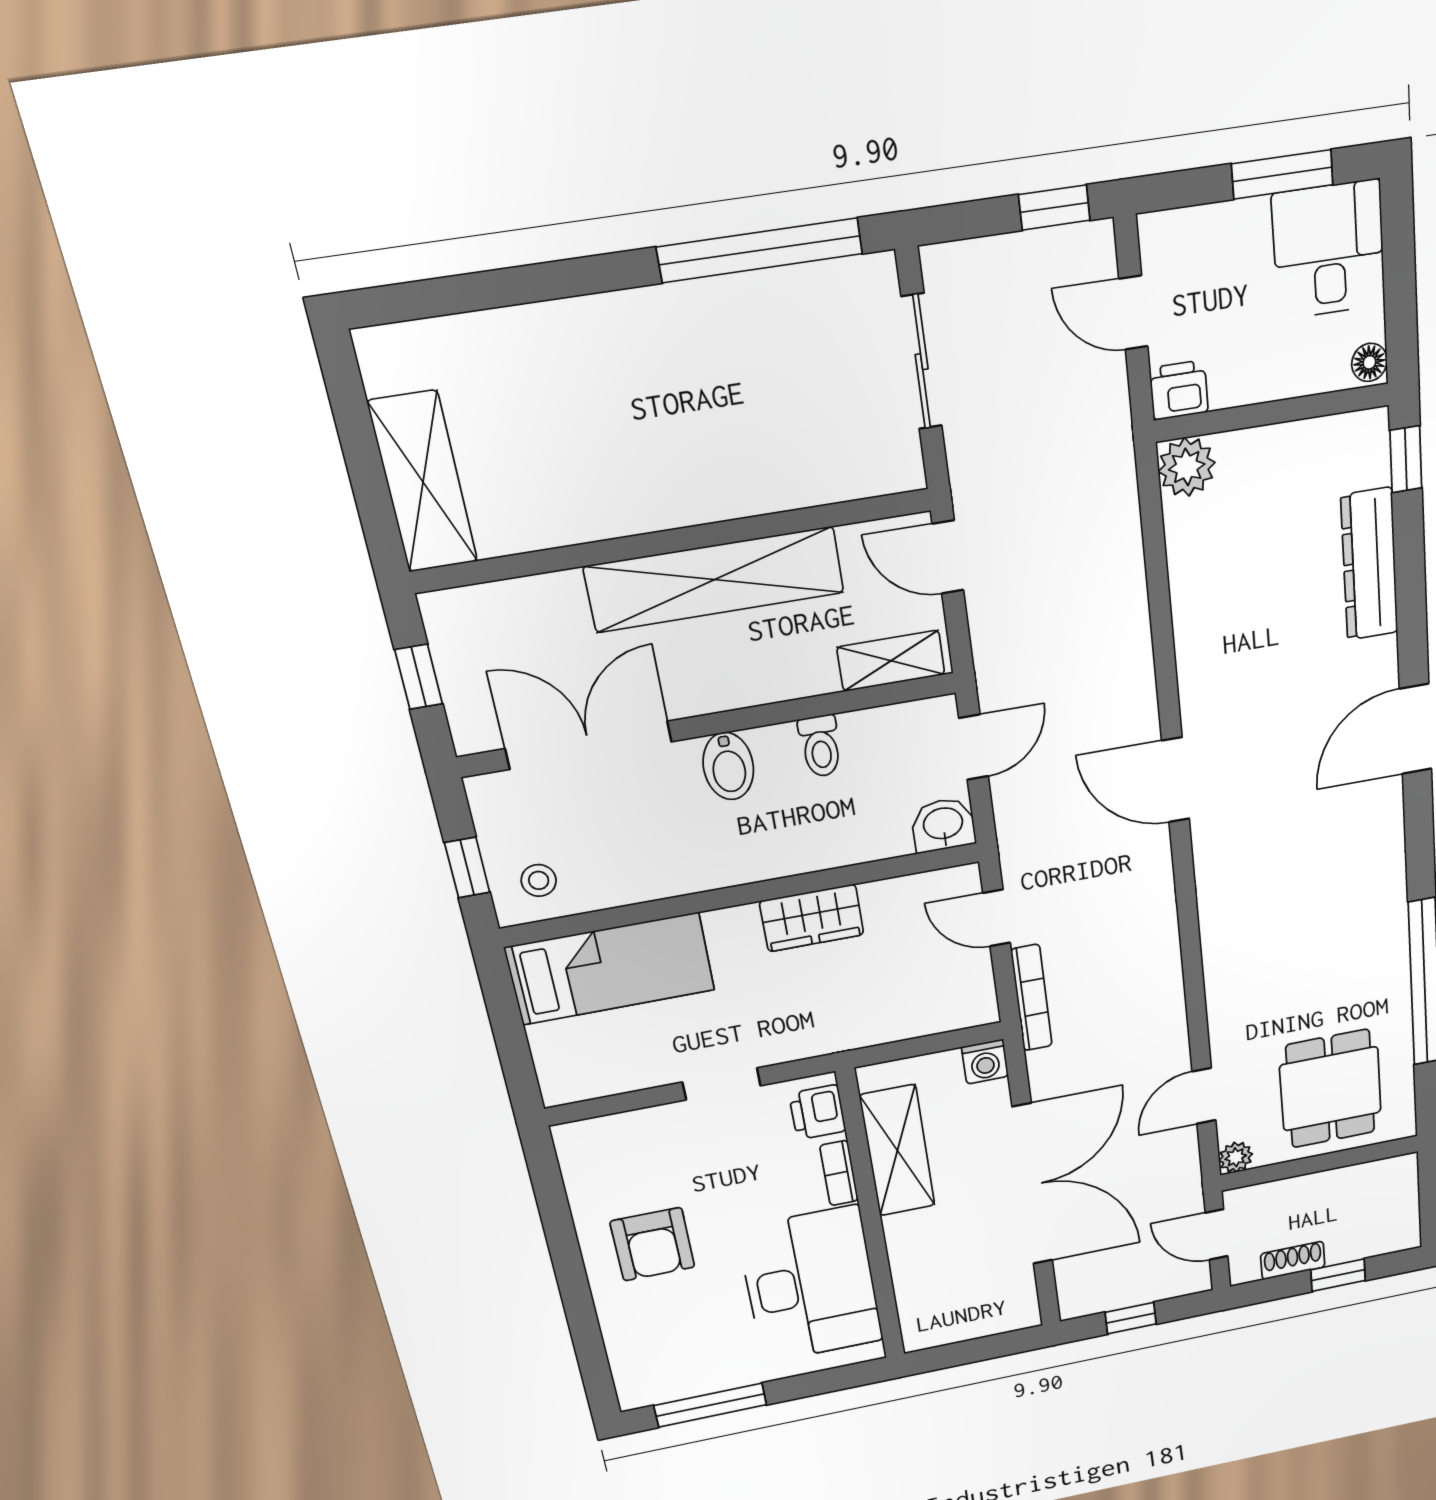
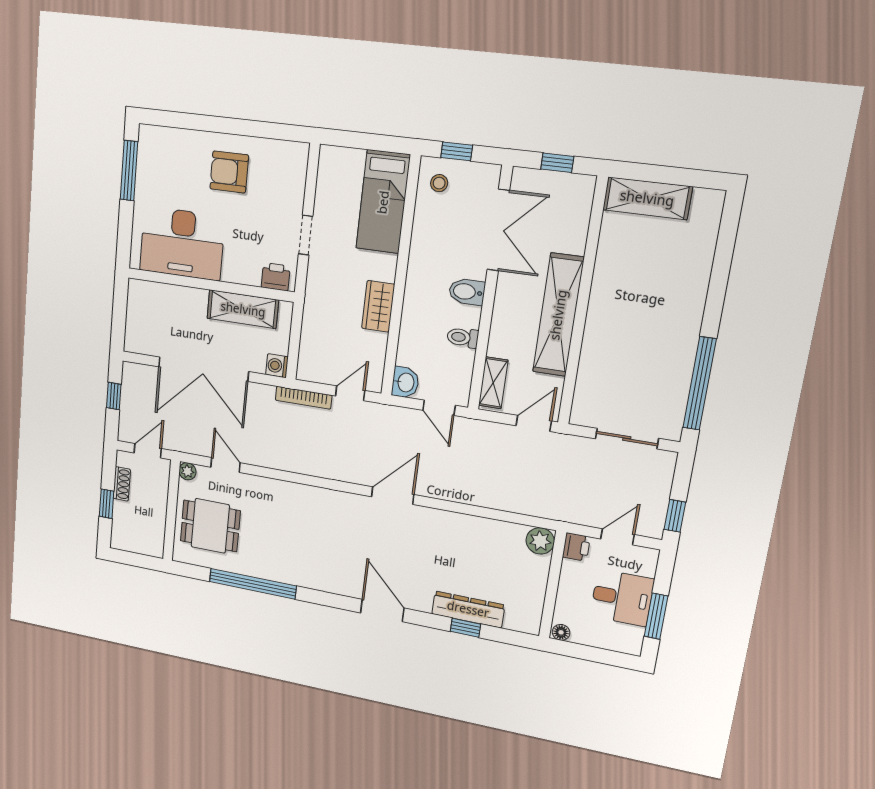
desk: (1329, 250) -> (622, 598), moved
window: (1406, 459) -> (466, 628), moved
bookcase: (839, 1173) -> (239, 277), removed

